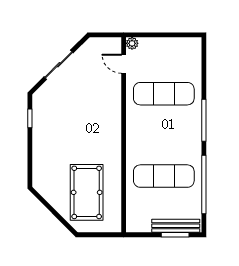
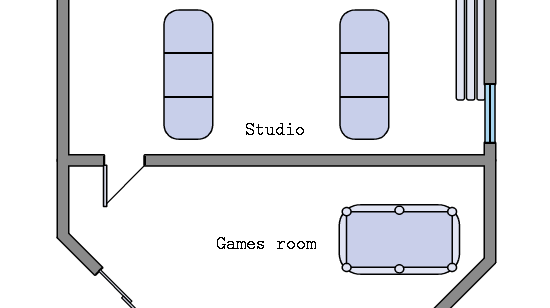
plant: (132, 43) -> (81, 142), removed
window: (175, 235) -> (490, 113), moved

